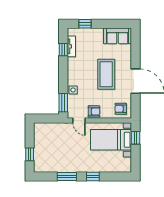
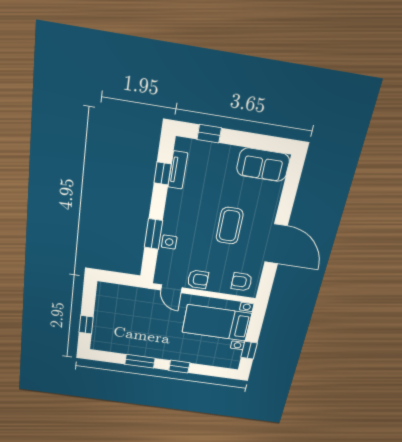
coffee table: (106, 74) -> (230, 226), width x0.73, depth x0.76
window: (63, 103) -> (153, 234), moved
window: (135, 138) -> (249, 350), moved

